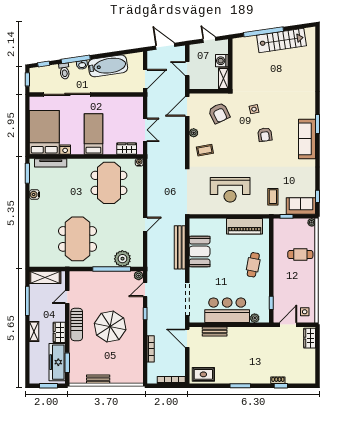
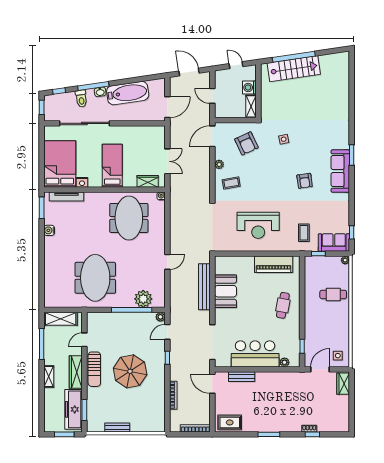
stairs: (281, 40) -> (294, 69), moved
armchair: (265, 135) -> (305, 181), moved
wardrobe: (59, 332) -> (76, 372), width x1.50

